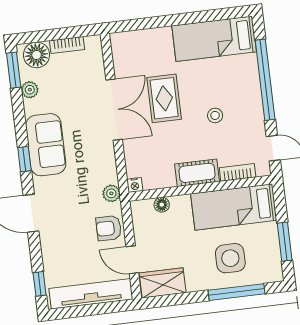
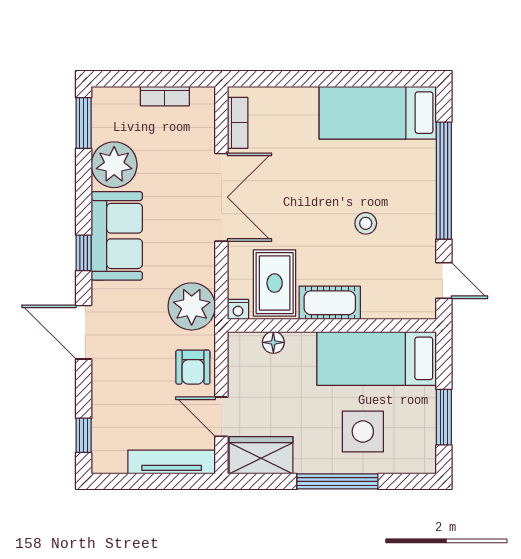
floor lamp: (37, 55) -> (119, 105), removed
plant: (30, 90) -> (114, 165), width x1.88, depth x1.88
rug: (164, 98) -> (275, 283), moved
bookcase: (238, 172) -> (238, 123), moved, turned 90
plant: (111, 193) -> (192, 306), width x1.88, depth x1.88
armchair: (109, 228) -> (193, 367), turned -90
window: (237, 292) -> (337, 481), moved
tv unit: (91, 294) -> (172, 462), width x0.73, depth x0.78

